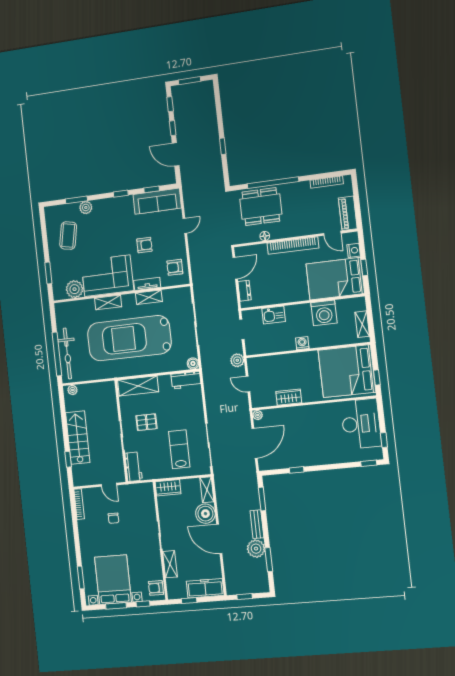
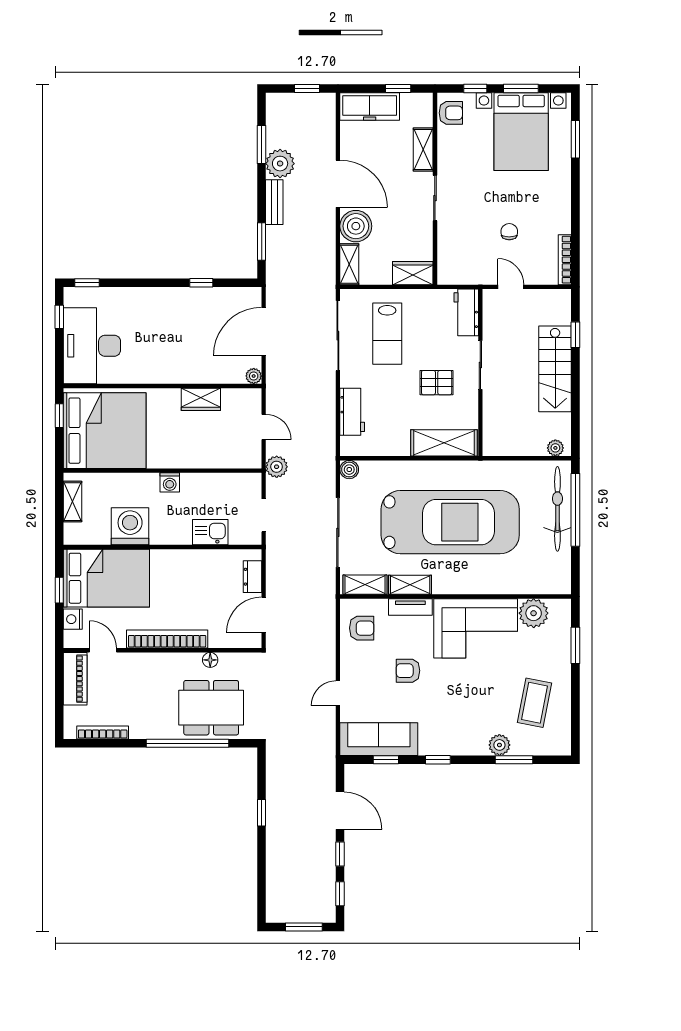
shelving: (108, 302) -> (365, 585), moved
workbench: (186, 380) -> (352, 412), moved, turned 90

